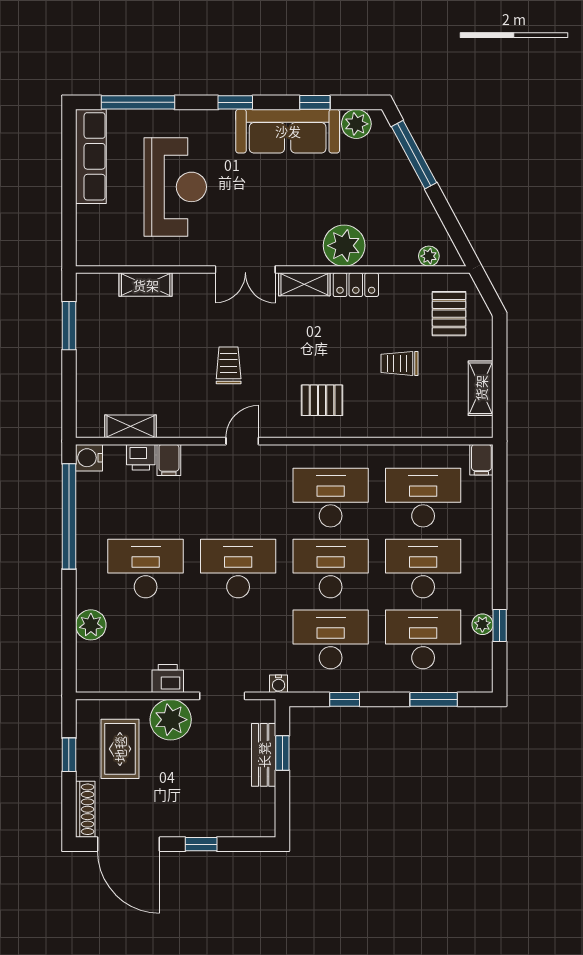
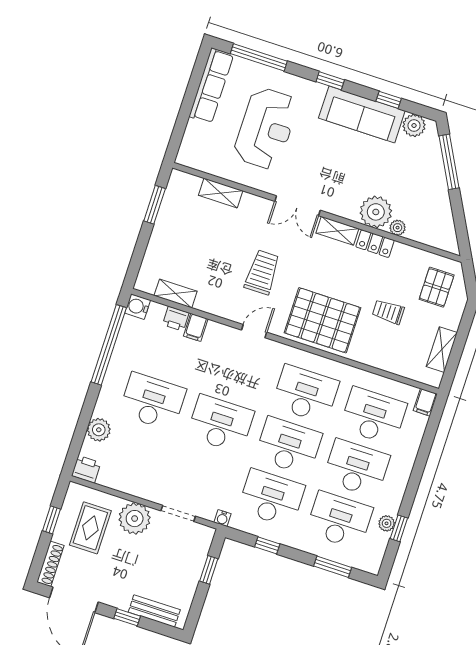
plant: (429, 256) -> (398, 228), moved
trolley: (229, 365) -> (262, 272), width x1.36, depth x1.39
pallet: (322, 400) -> (323, 320), width x2.05, depth x2.00
printer: (168, 678) -> (86, 469), moved
bench: (264, 755) -> (154, 611), moved, turned 90

